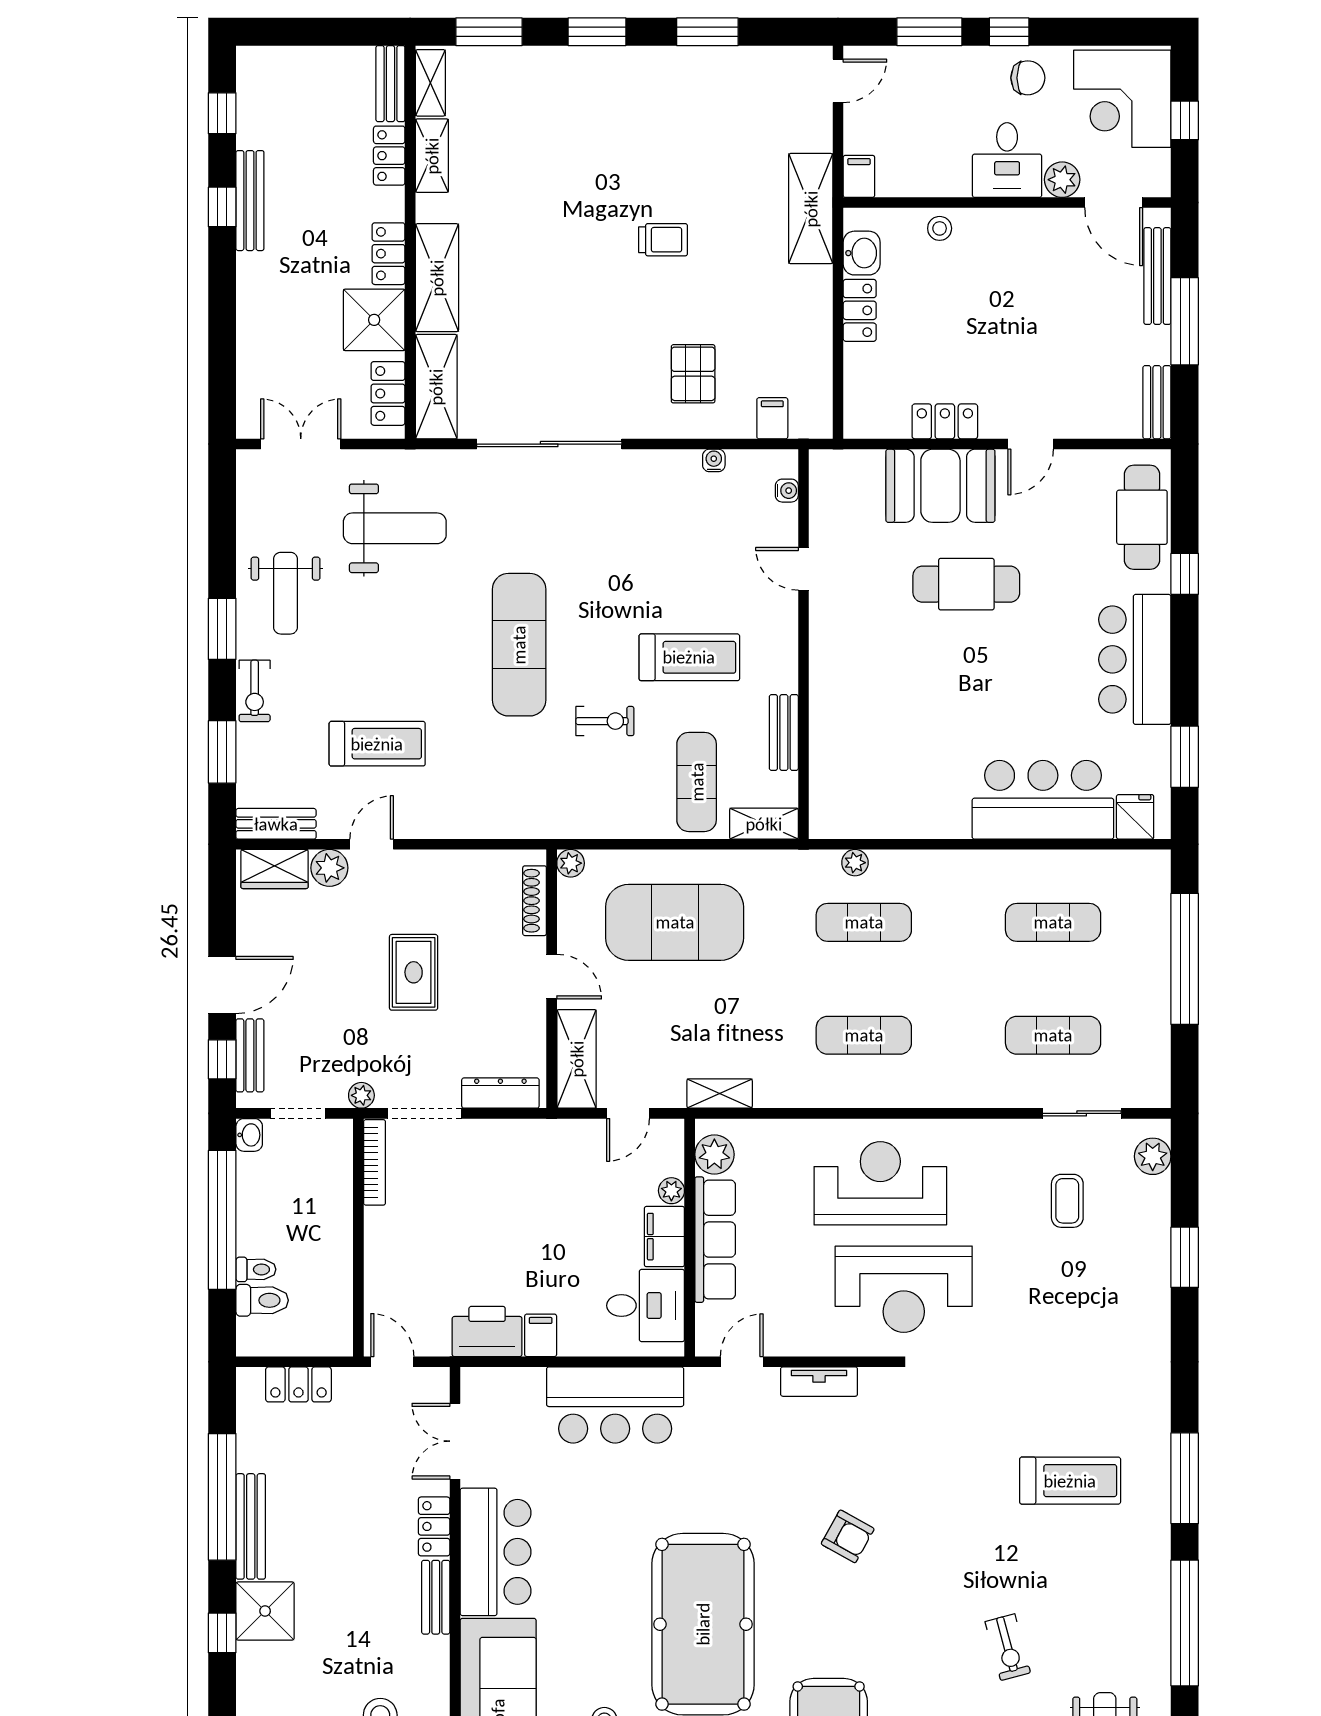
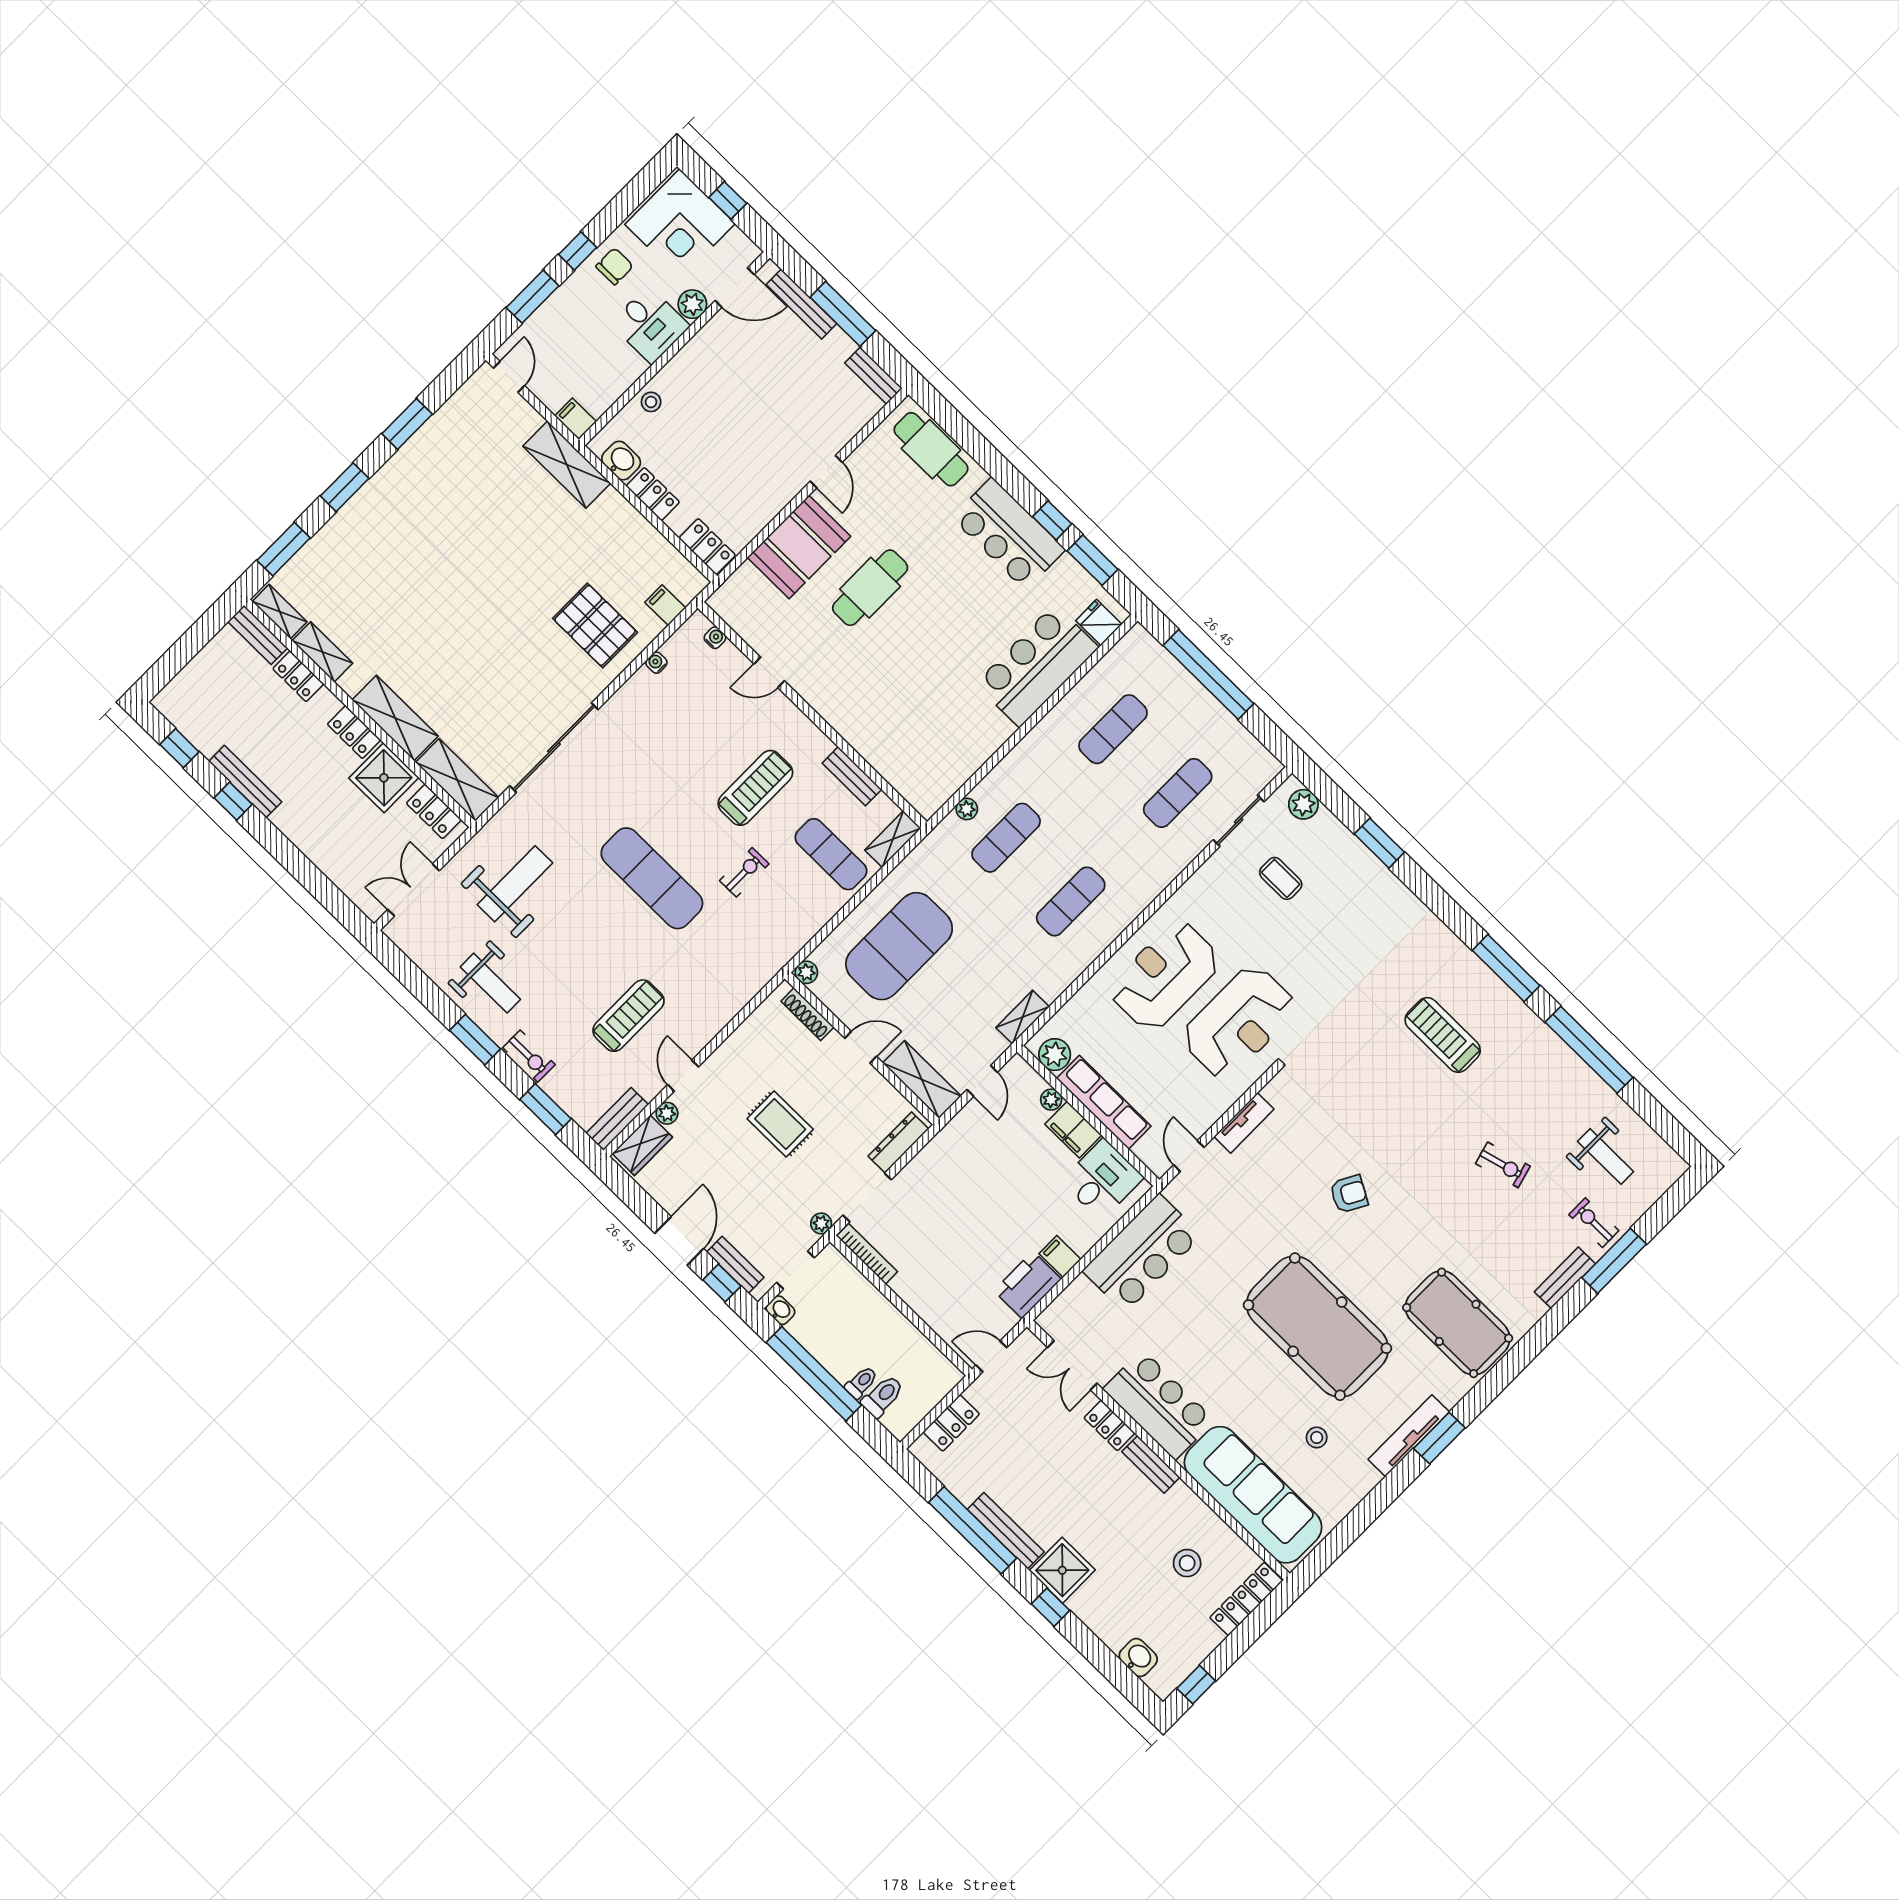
trolley: (663, 240) -> (501, 567), removed
pallet: (693, 374) -> (595, 625), width x1.50, depth x1.42
locker: (945, 421) -> (707, 547), moved, turned 90
window: (1185, 574) -> (1052, 520), moved
plant: (329, 868) -> (667, 1113), width x0.73, depth x0.73
treadmill: (1070, 1481) -> (1443, 1035), turned -90

